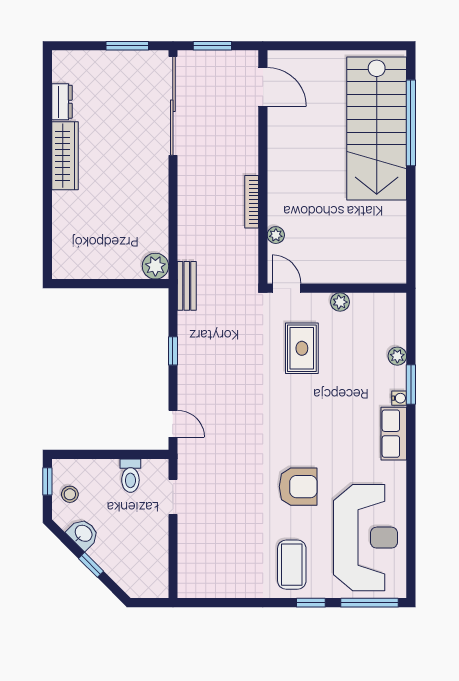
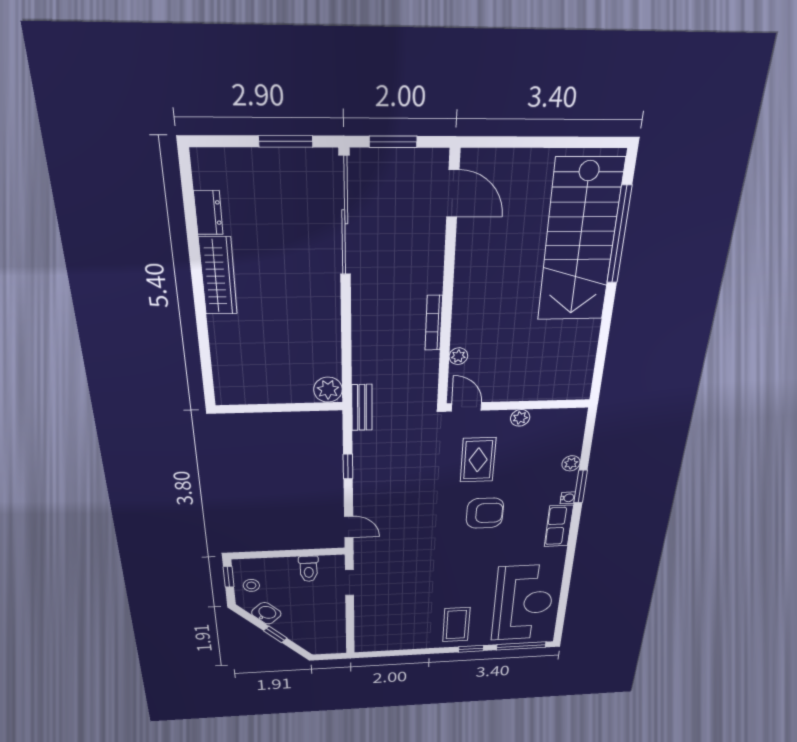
armchair: (298, 487) -> (485, 513), moved

